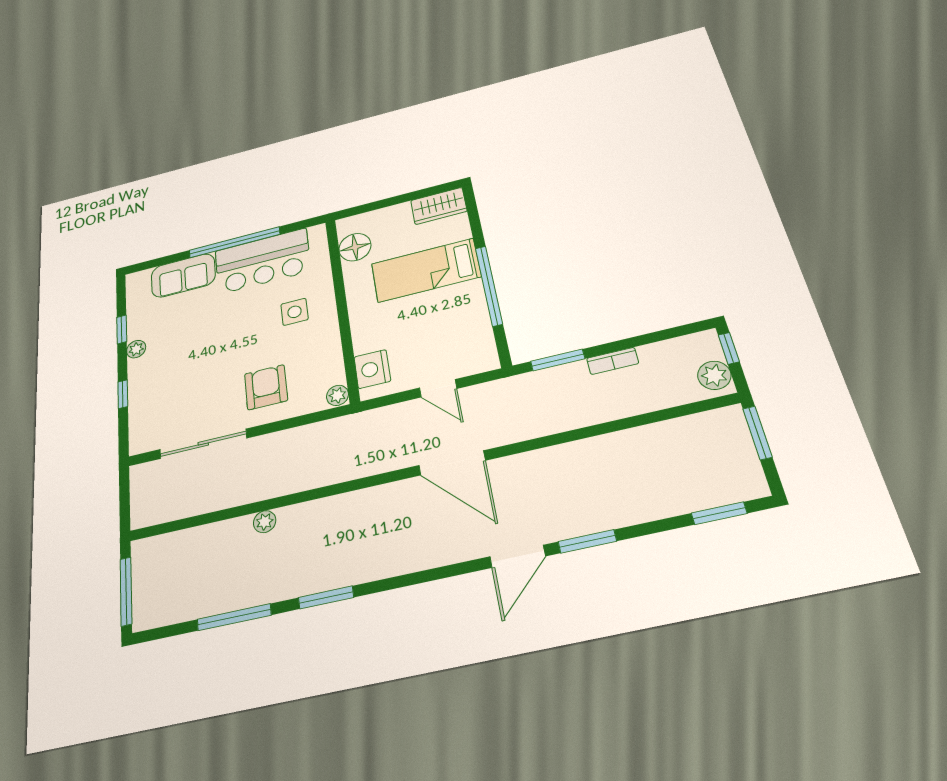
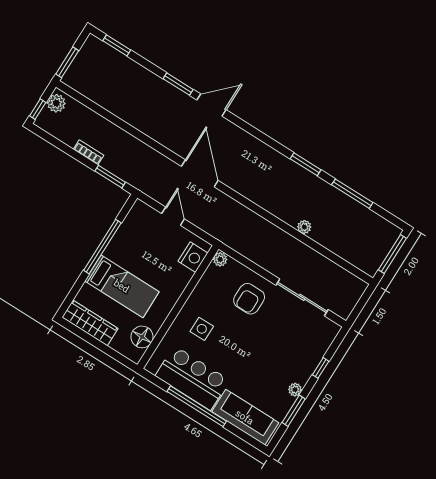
wardrobe: (439, 206) -> (90, 323), width x1.50
sofa: (183, 275) -> (245, 417), width x1.36
window: (122, 329) -> (294, 411), width x1.50

